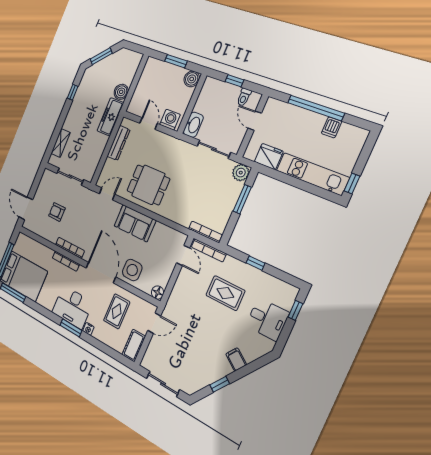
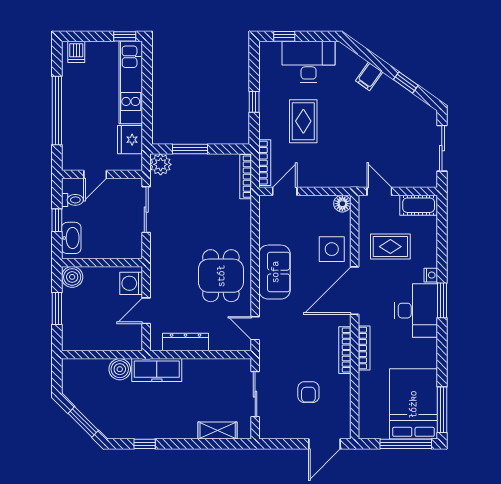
washbasin: (193, 125) -> (71, 238), moved, turned 90
dishwasher: (332, 127) -> (76, 52), moved, turned 90
desk: (267, 319) -> (309, 62), width x1.37

